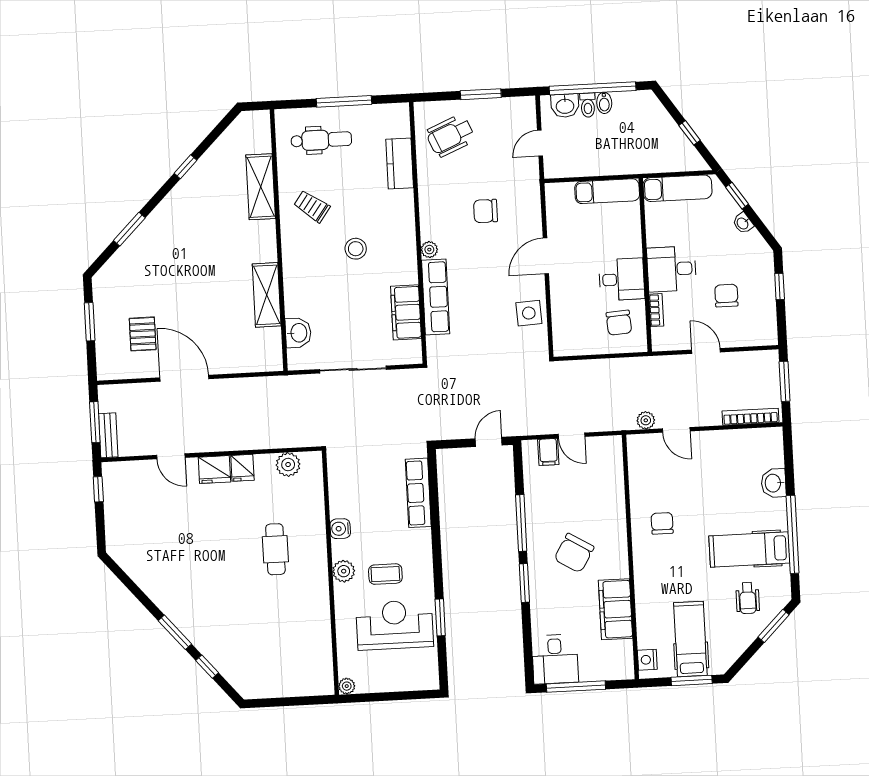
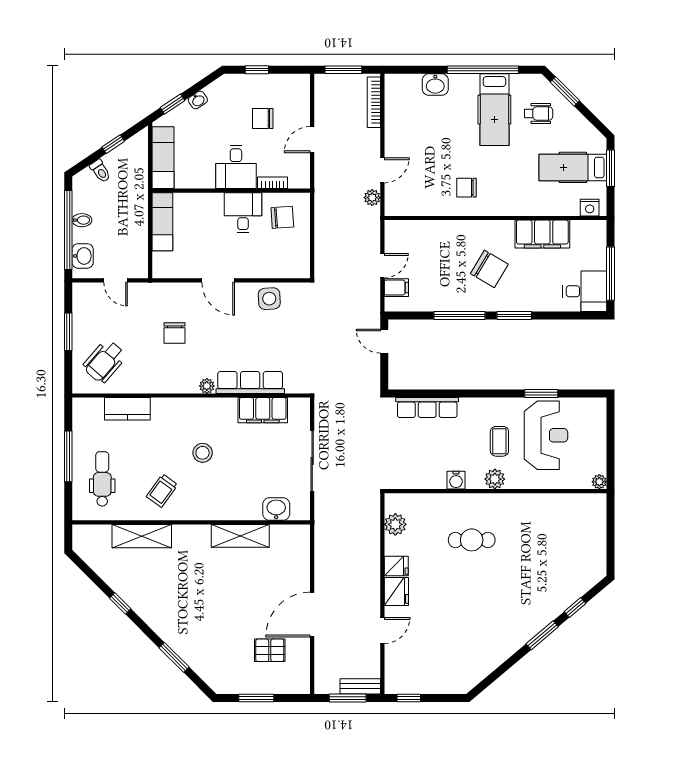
toilet: (588, 105) -> (100, 171), moved, turned 56
wheelchair: (450, 136) -> (104, 361), turned 64
reception desk: (395, 625) -> (546, 435), turned 180

